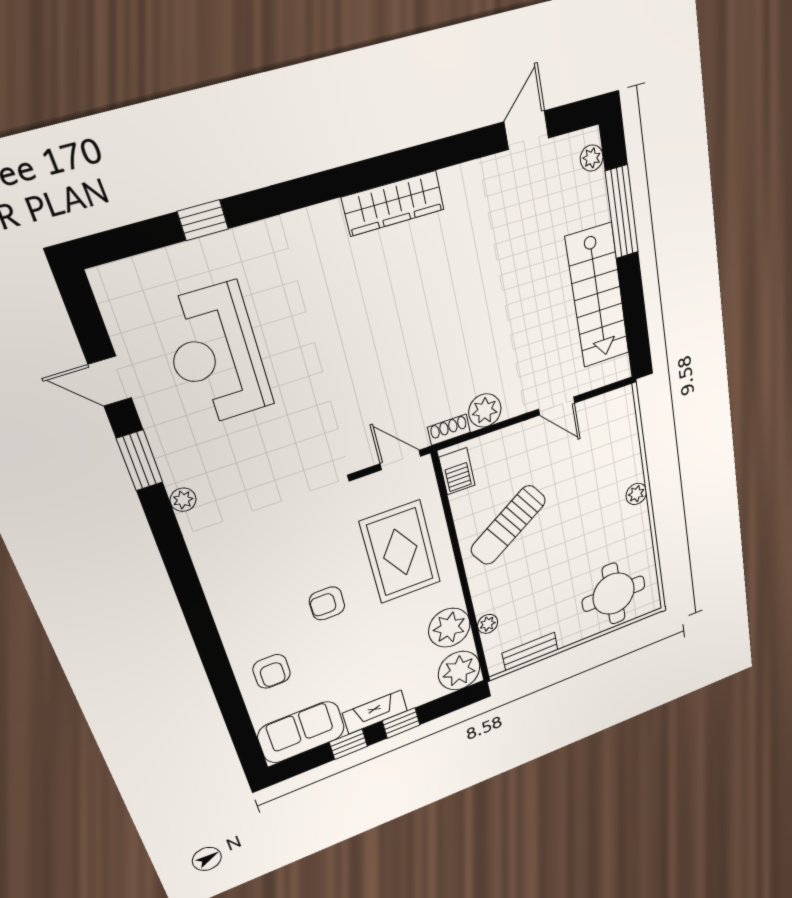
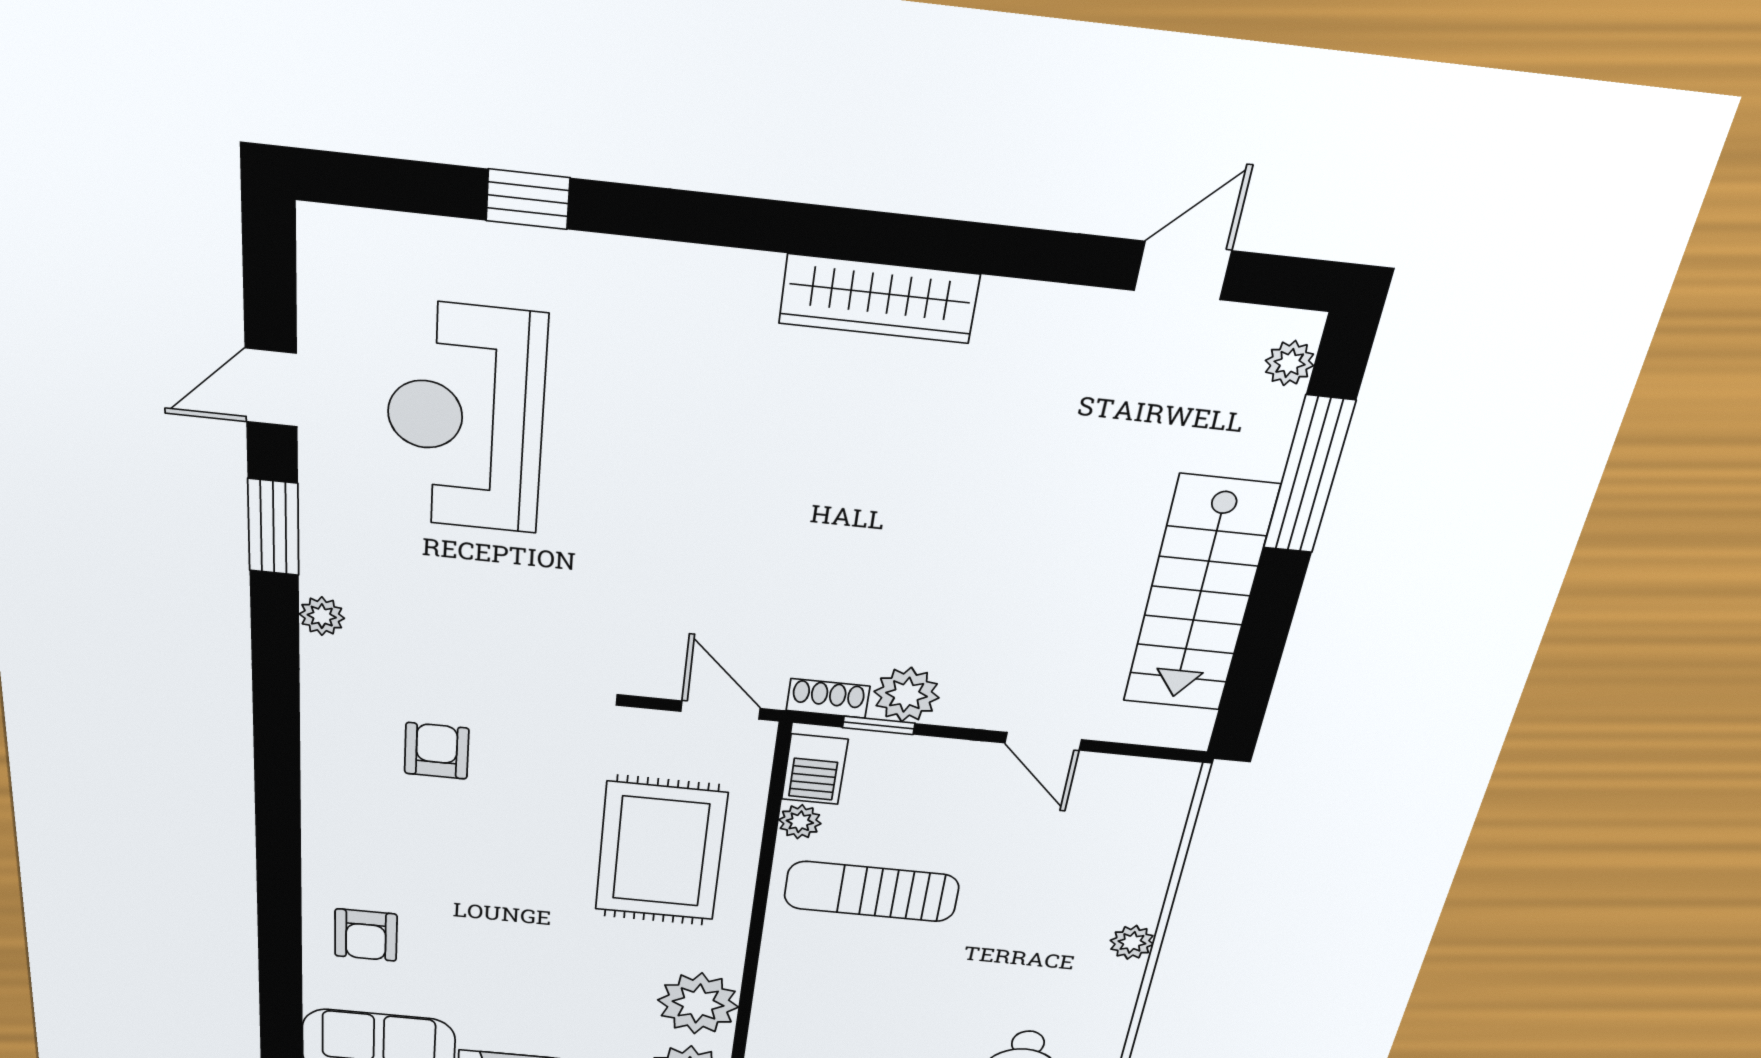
door: (110, 381) -> (271, 388), hinge flipped
window: (478, 433) -> (879, 725), added
sun lounger: (508, 525) -> (872, 892), turned 33
armchair: (327, 603) -> (437, 751), moved, turned 90
plant: (488, 624) -> (800, 822), moved

